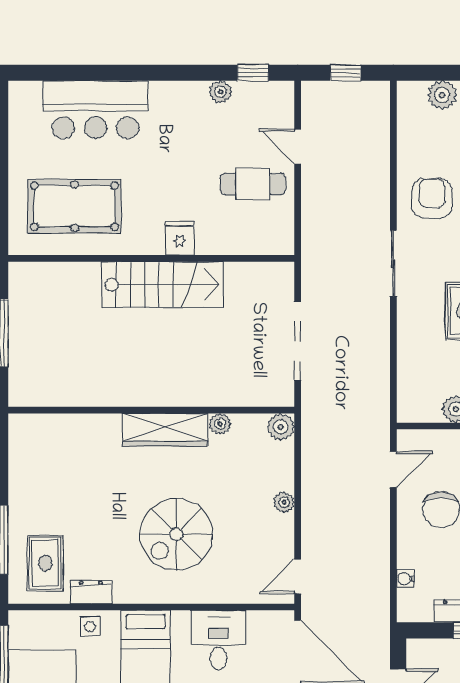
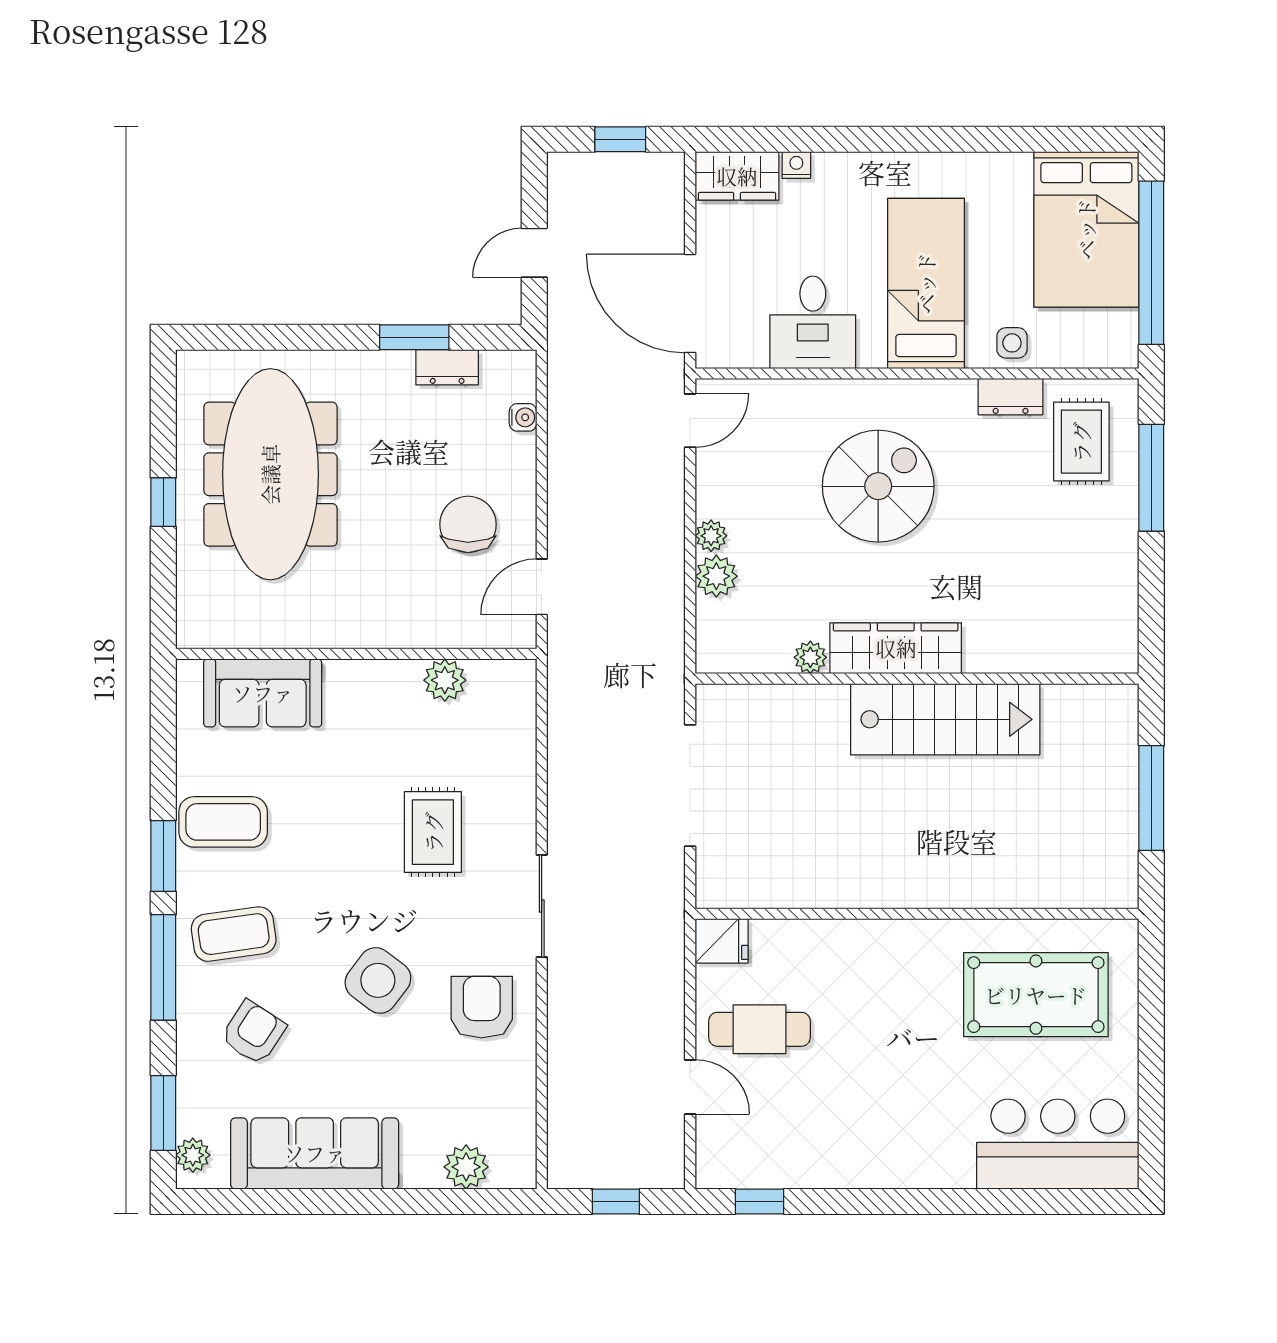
plant: (220, 92) -> (810, 1172), removed
bar counter: (95, 110) -> (1058, 1144), moved
armchair: (432, 198) -> (482, 1007), turned 180
fridge: (180, 238) -> (722, 941), moved, turned -90
stairs: (163, 285) -> (945, 719), moved, turned 180
plant: (281, 427) -> (716, 576), moved

